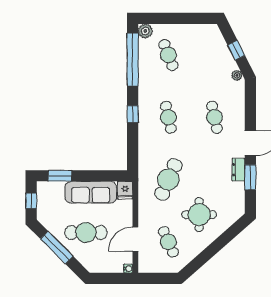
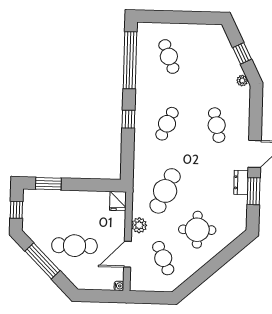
plant: (145, 31) -> (139, 225), moved
cafe table: (168, 117) -> (167, 124), turned 36
sofa: (91, 192) -> (81, 202), removed

